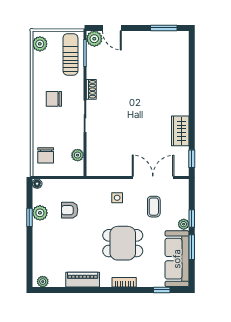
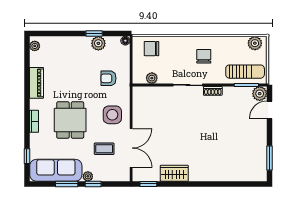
side table: (117, 198) -> (112, 115), width x1.87, depth x1.87
armchair: (70, 210) -> (108, 78), moved, turned -90

